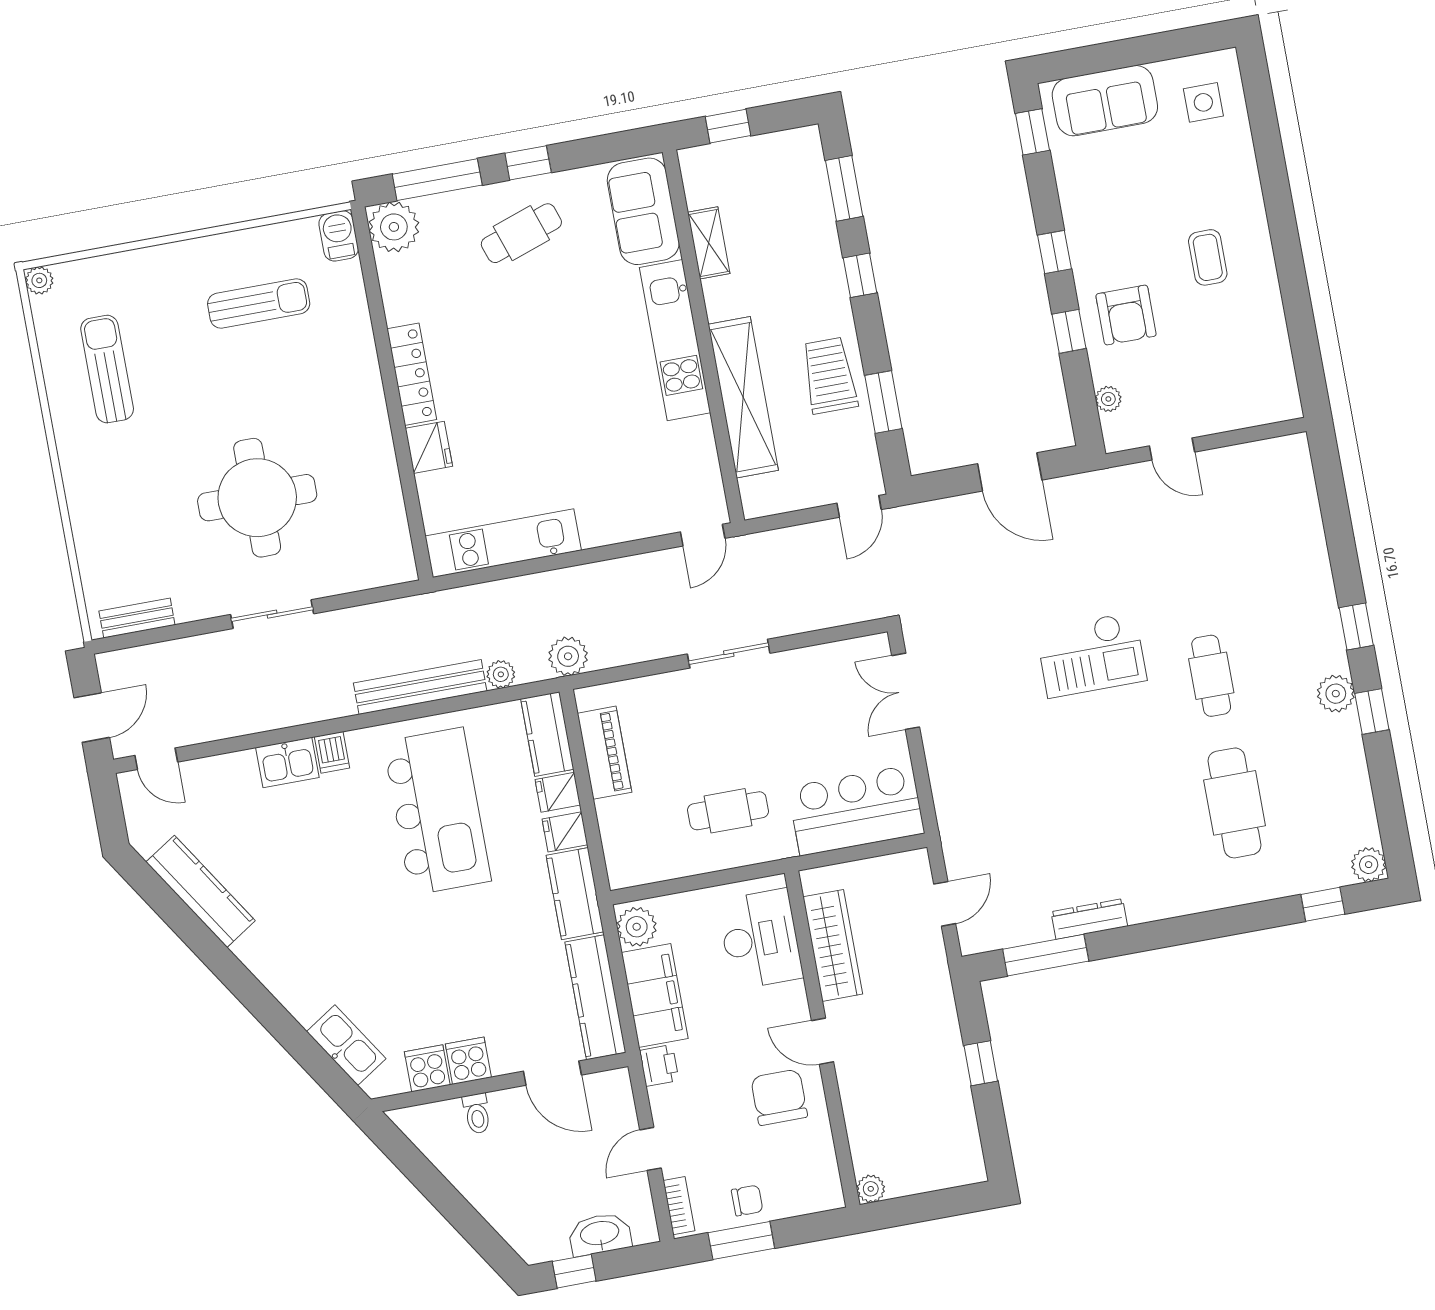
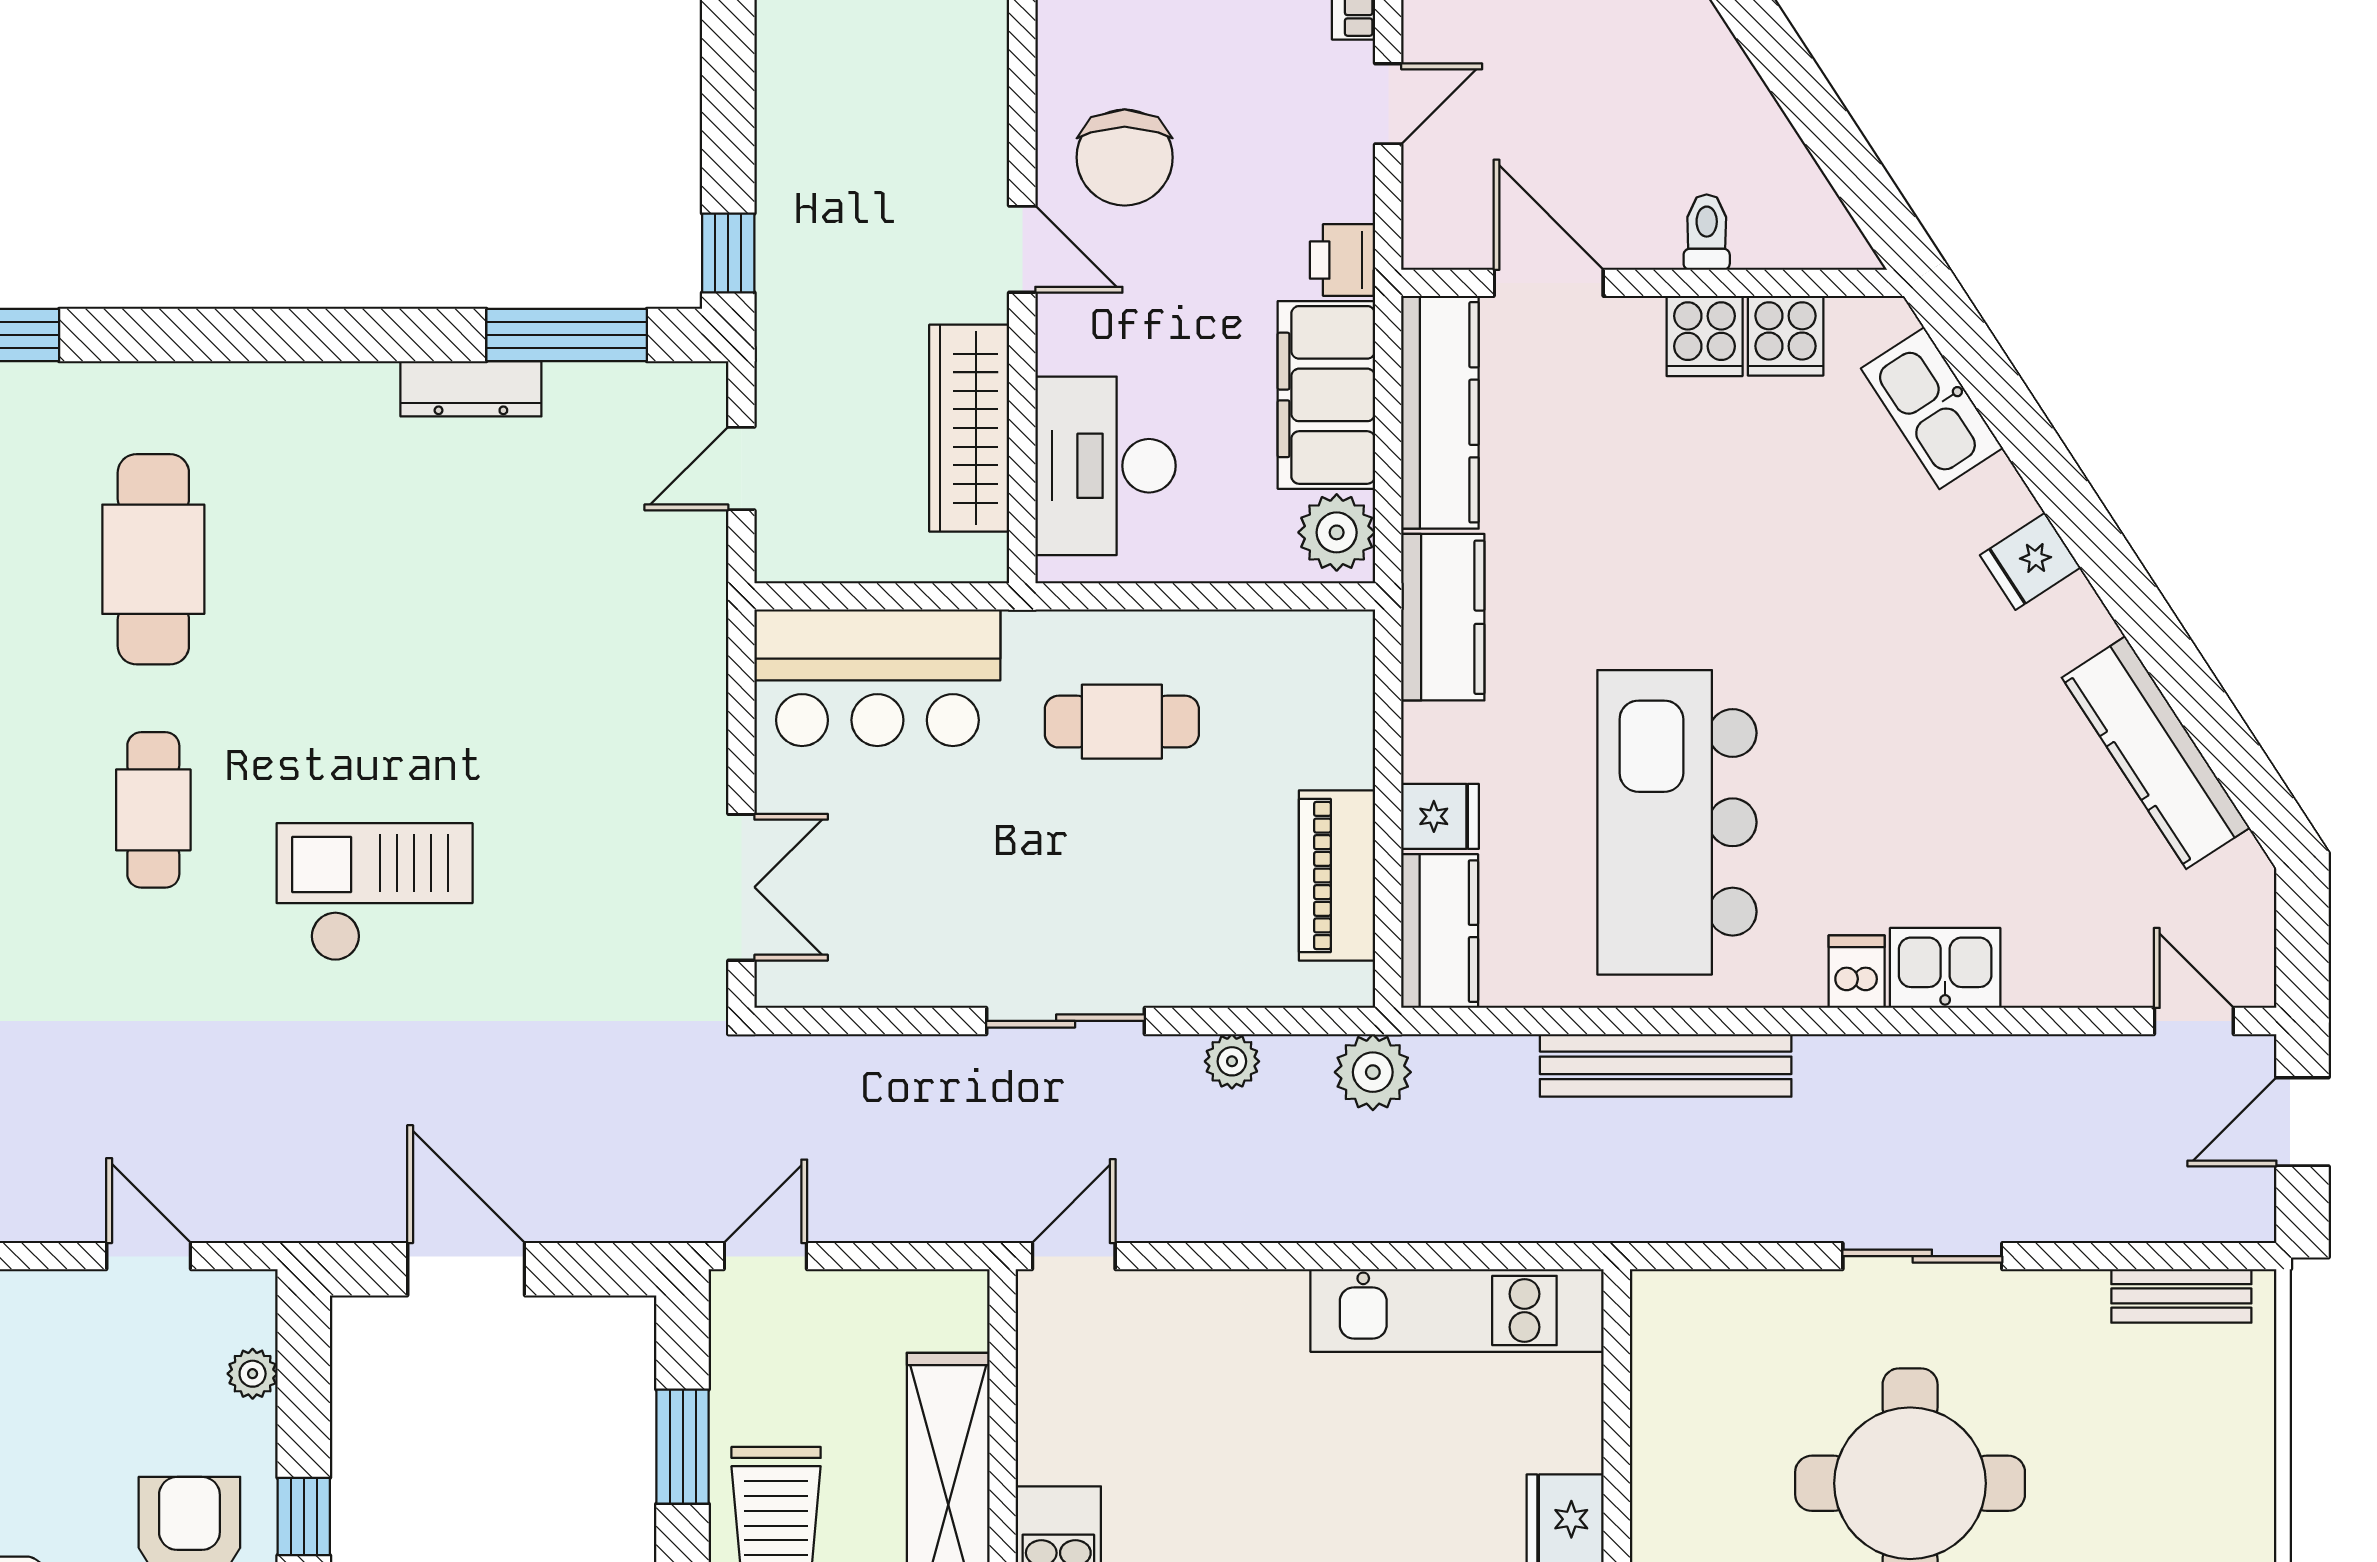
plant: (501, 674) -> (1232, 1061), moved
fridge: (565, 832) -> (2030, 561), moved, turned 147
window: (981, 1063) -> (728, 253), moved

